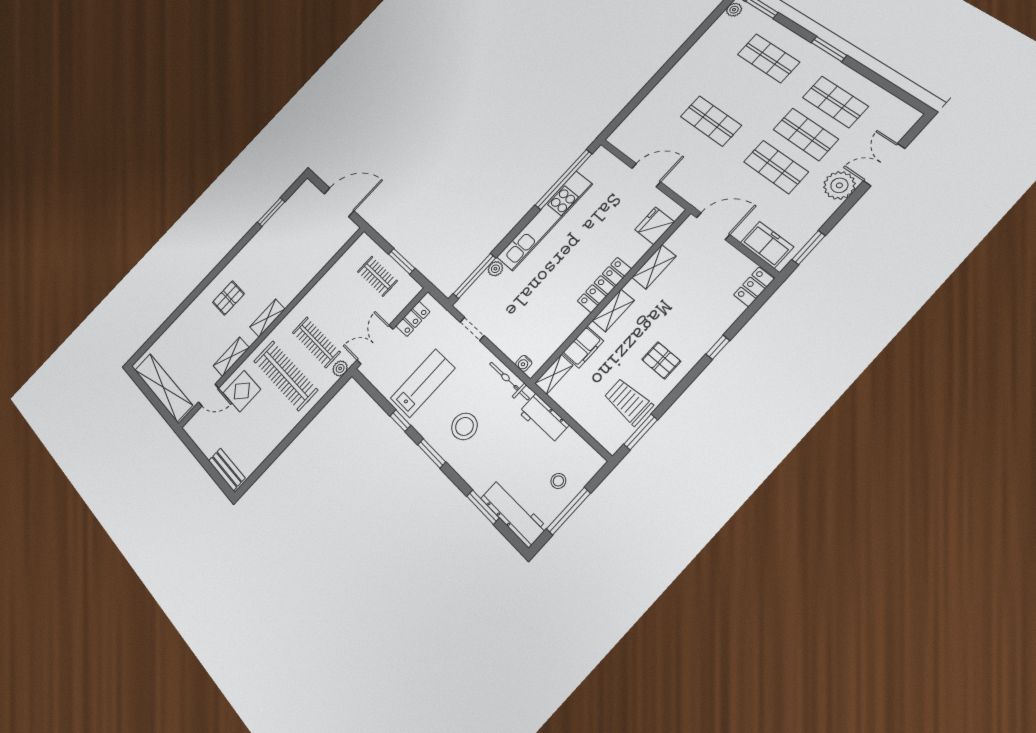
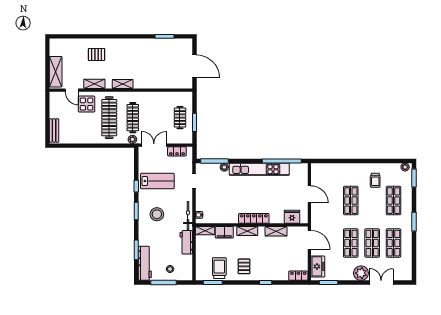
trolley: (714, 65) -> (375, 180), added
pallet: (228, 298) -> (97, 54), moved
shelving: (163, 387) -> (56, 72), width x0.68

